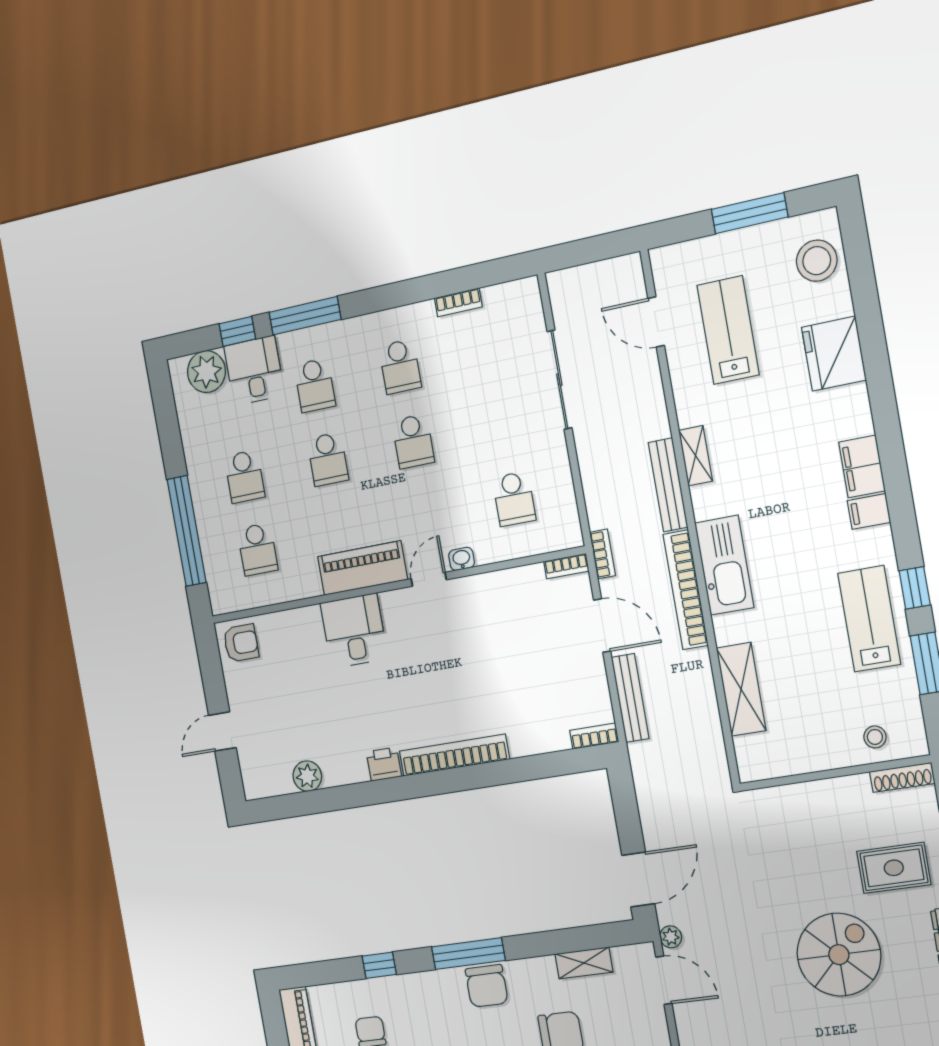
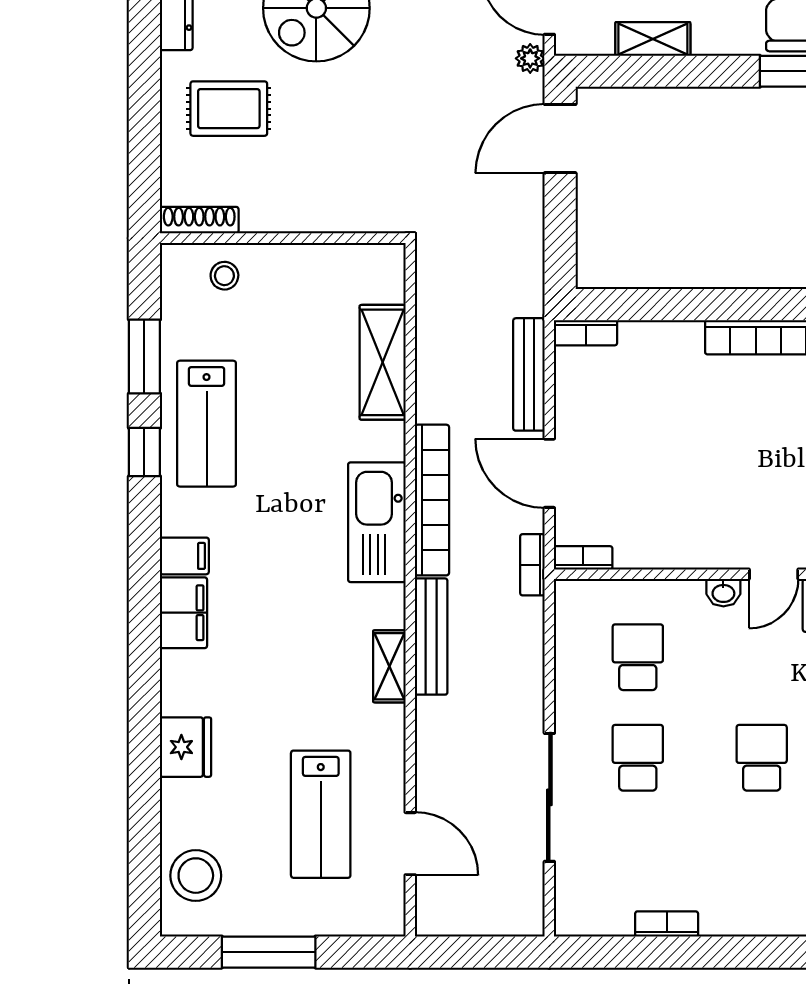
fridge: (834, 354) -> (186, 747), width x0.73, depth x0.75
school desk: (400, 367) -> (638, 758), moved

